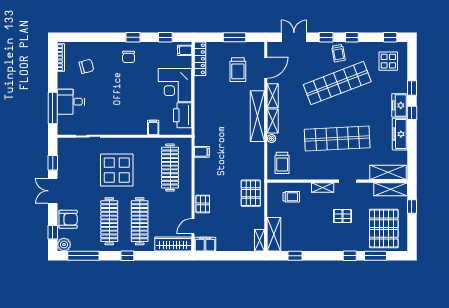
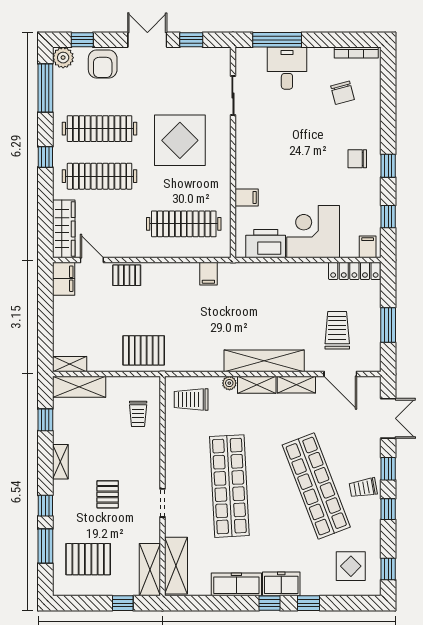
trolley: (238, 70) -> (337, 330), turned 90
shelving: (323, 187) -> (60, 462), moved
pallet: (384, 229) -> (88, 559), width x0.73, depth x0.71

